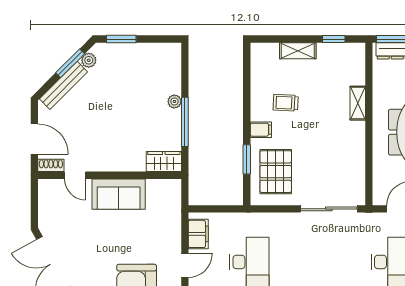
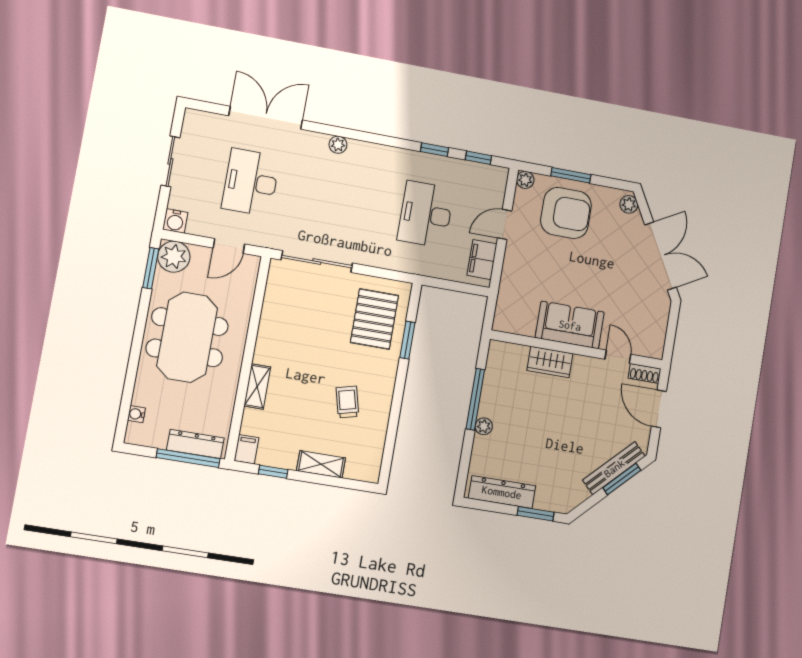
dresser: (151, 52) -> (502, 492), added
plant: (89, 60) -> (579, 494), removed
window: (70, 63) -> (622, 479), moved
trolley: (286, 103) -> (347, 402), turned -107
filing cabinet: (261, 130) -> (246, 449), moved, turned 90
wardrobe: (164, 162) -> (550, 362), moved

